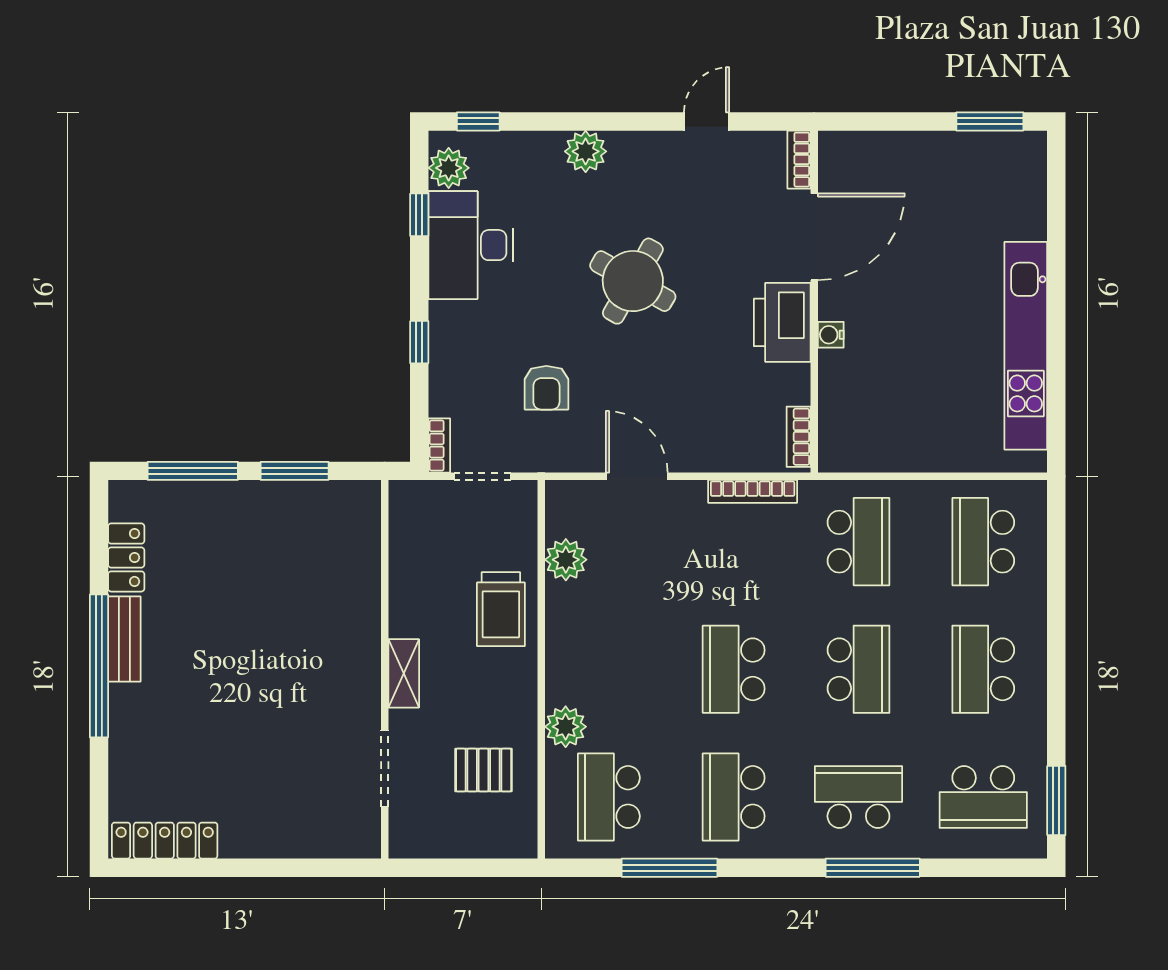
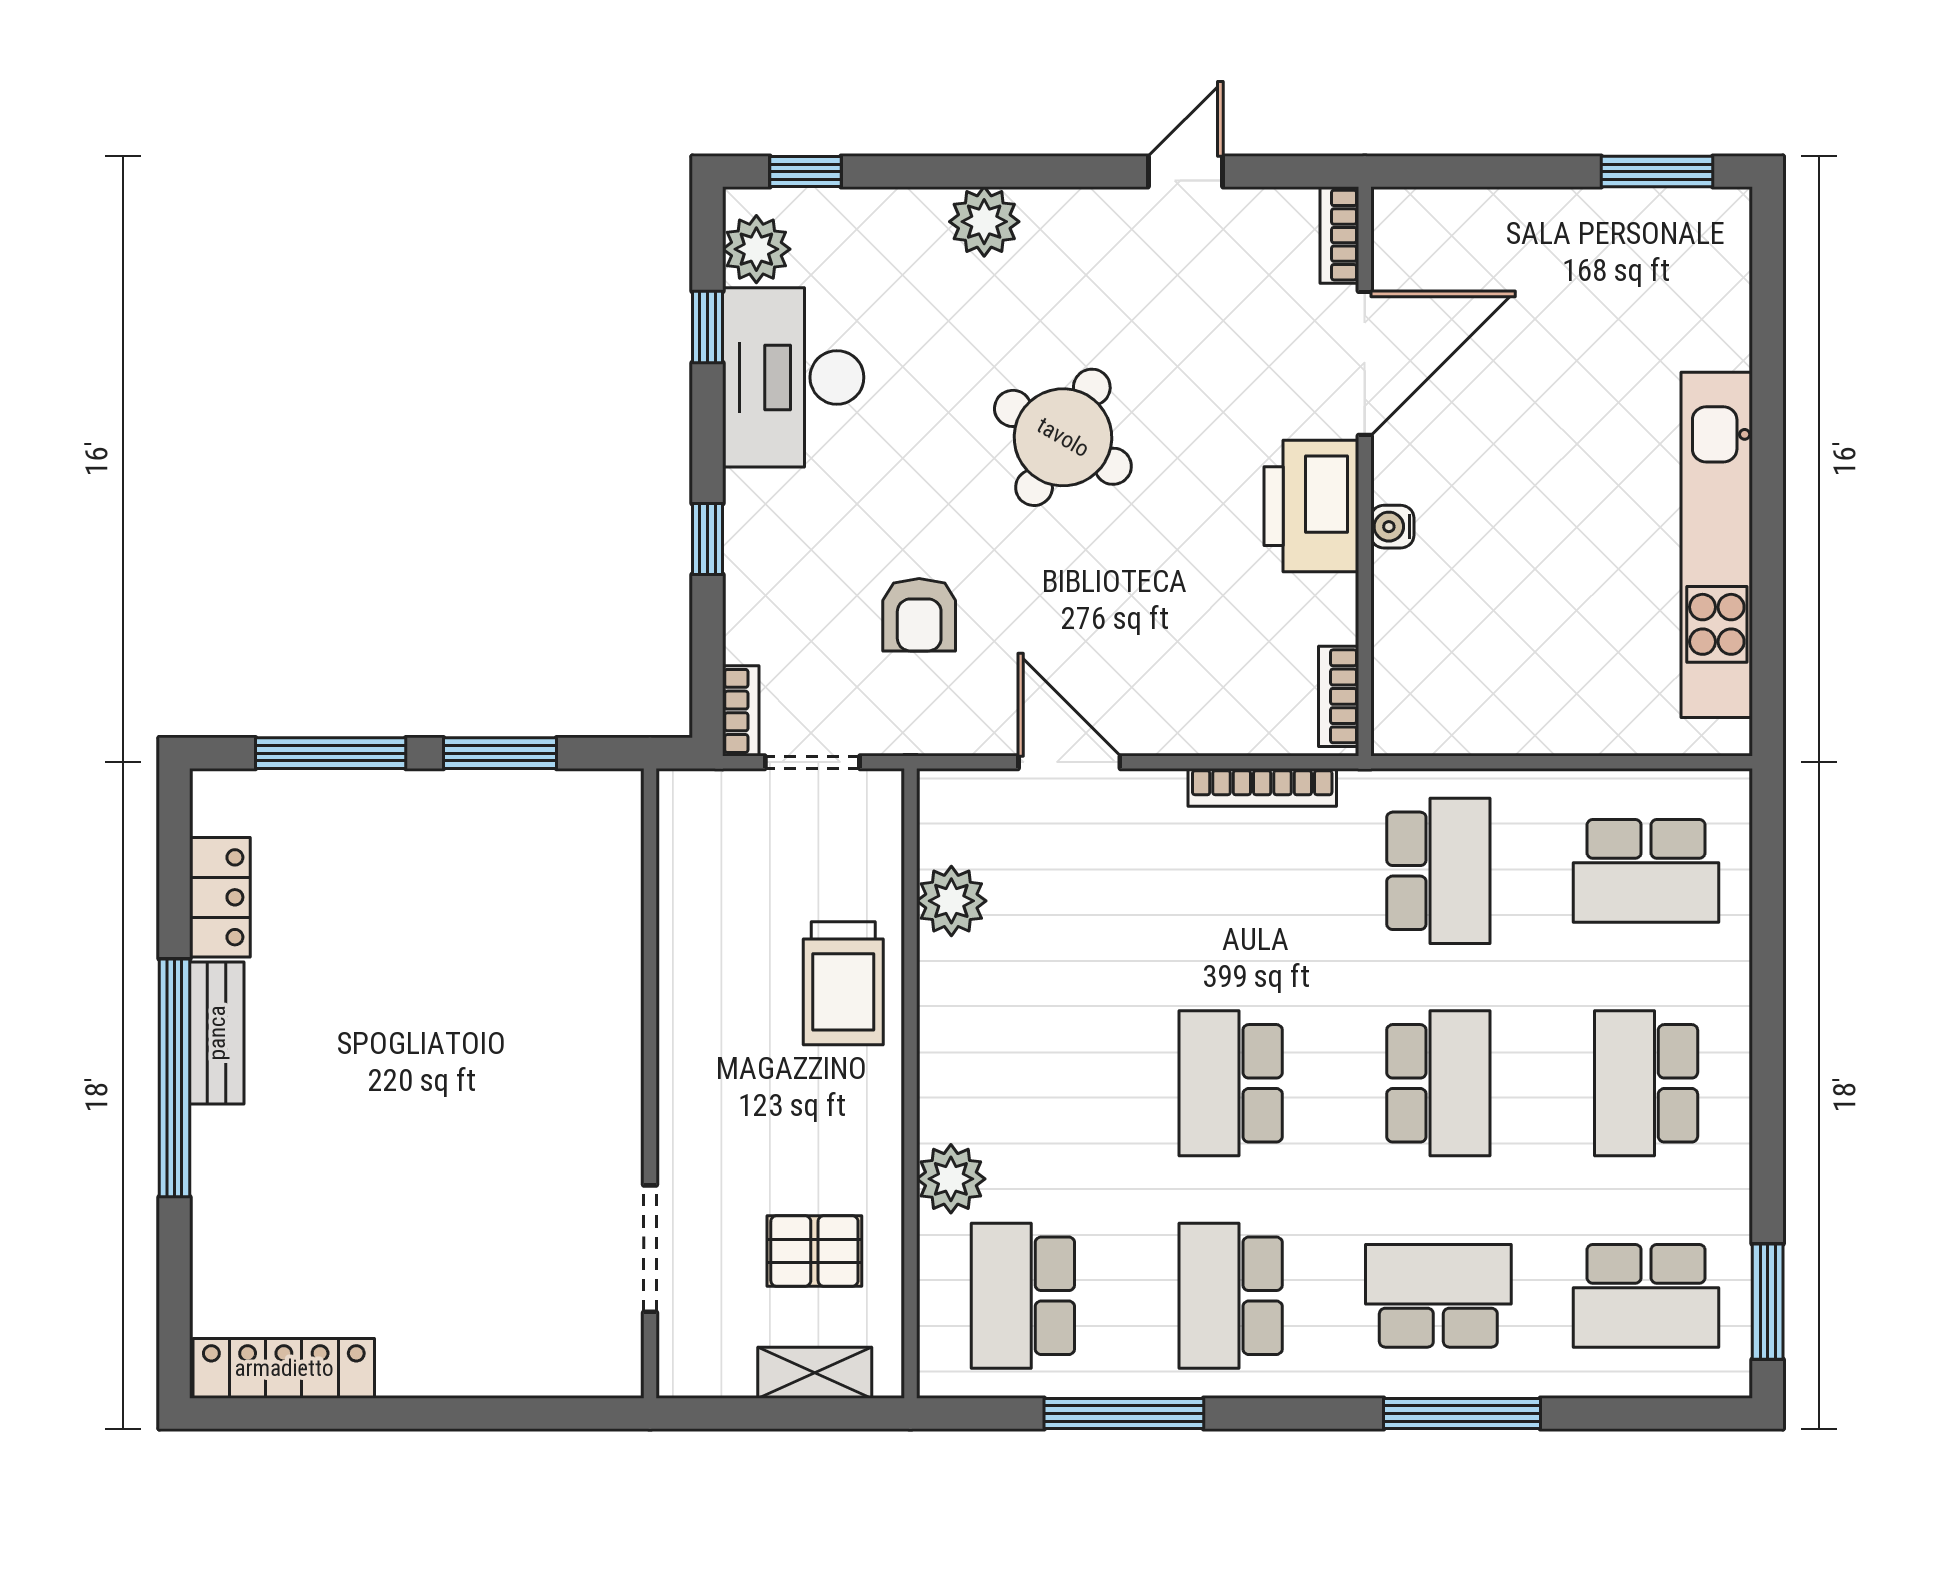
school desk: (983, 542) -> (1646, 871), turned -90
shelving: (404, 673) -> (815, 1373), moved, turned 90

